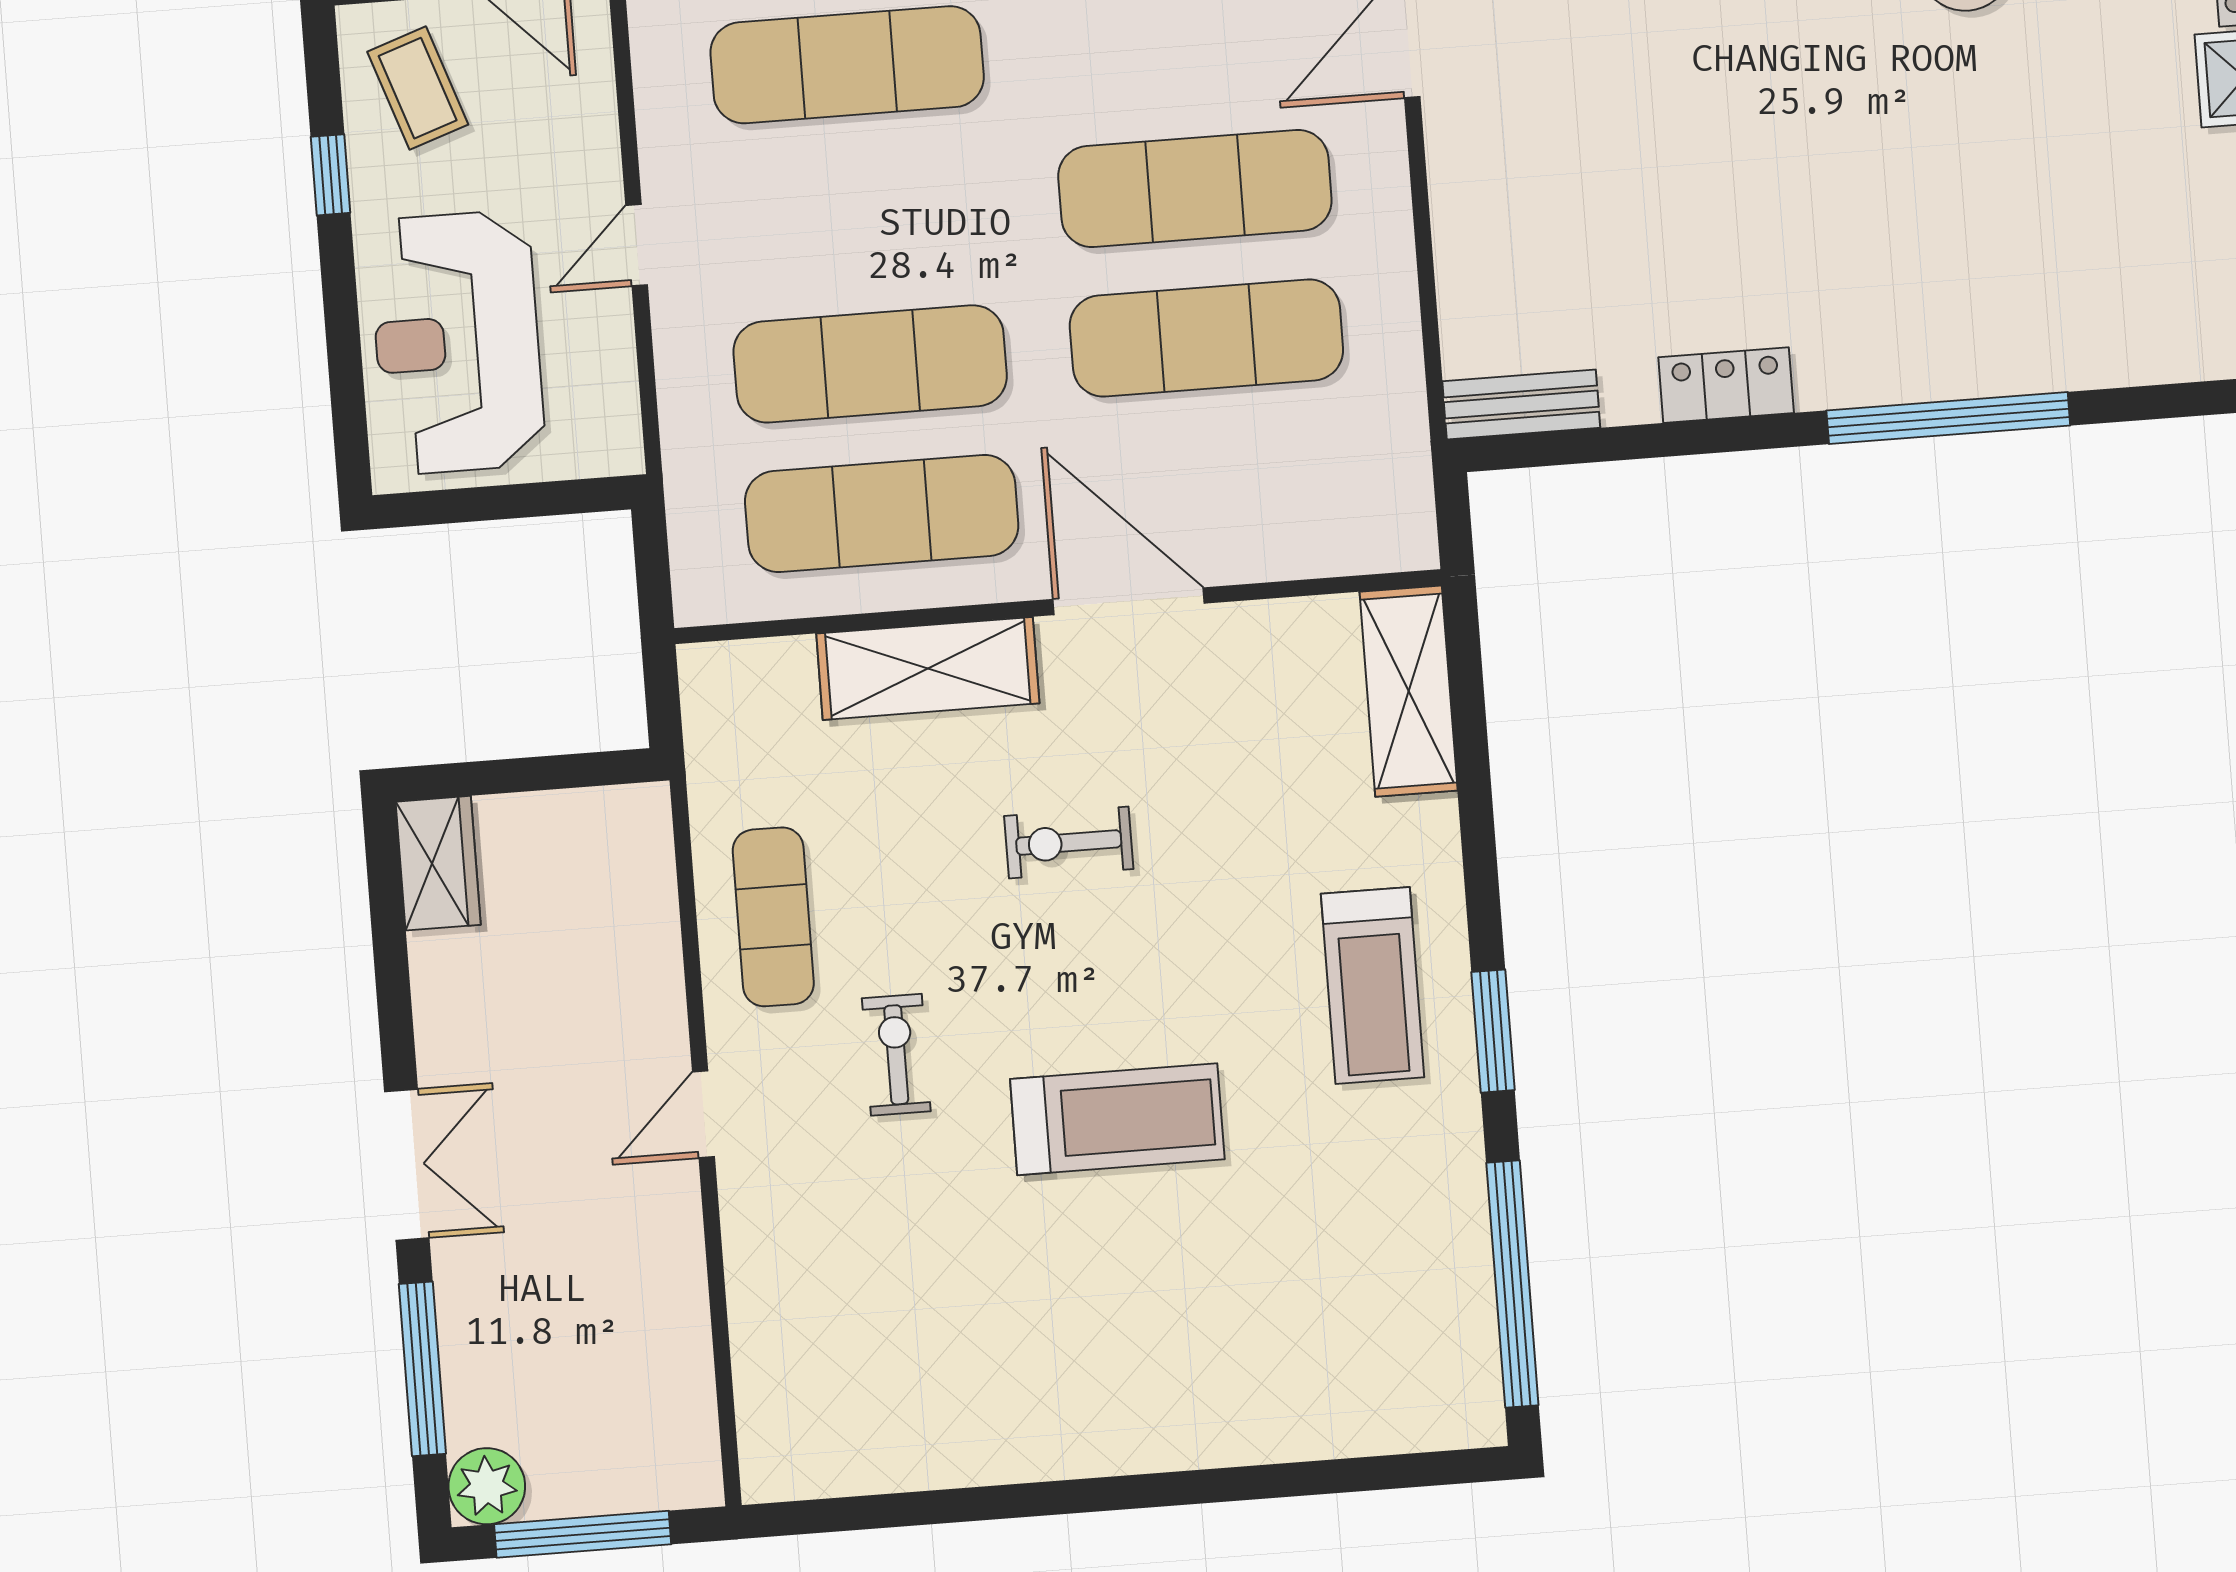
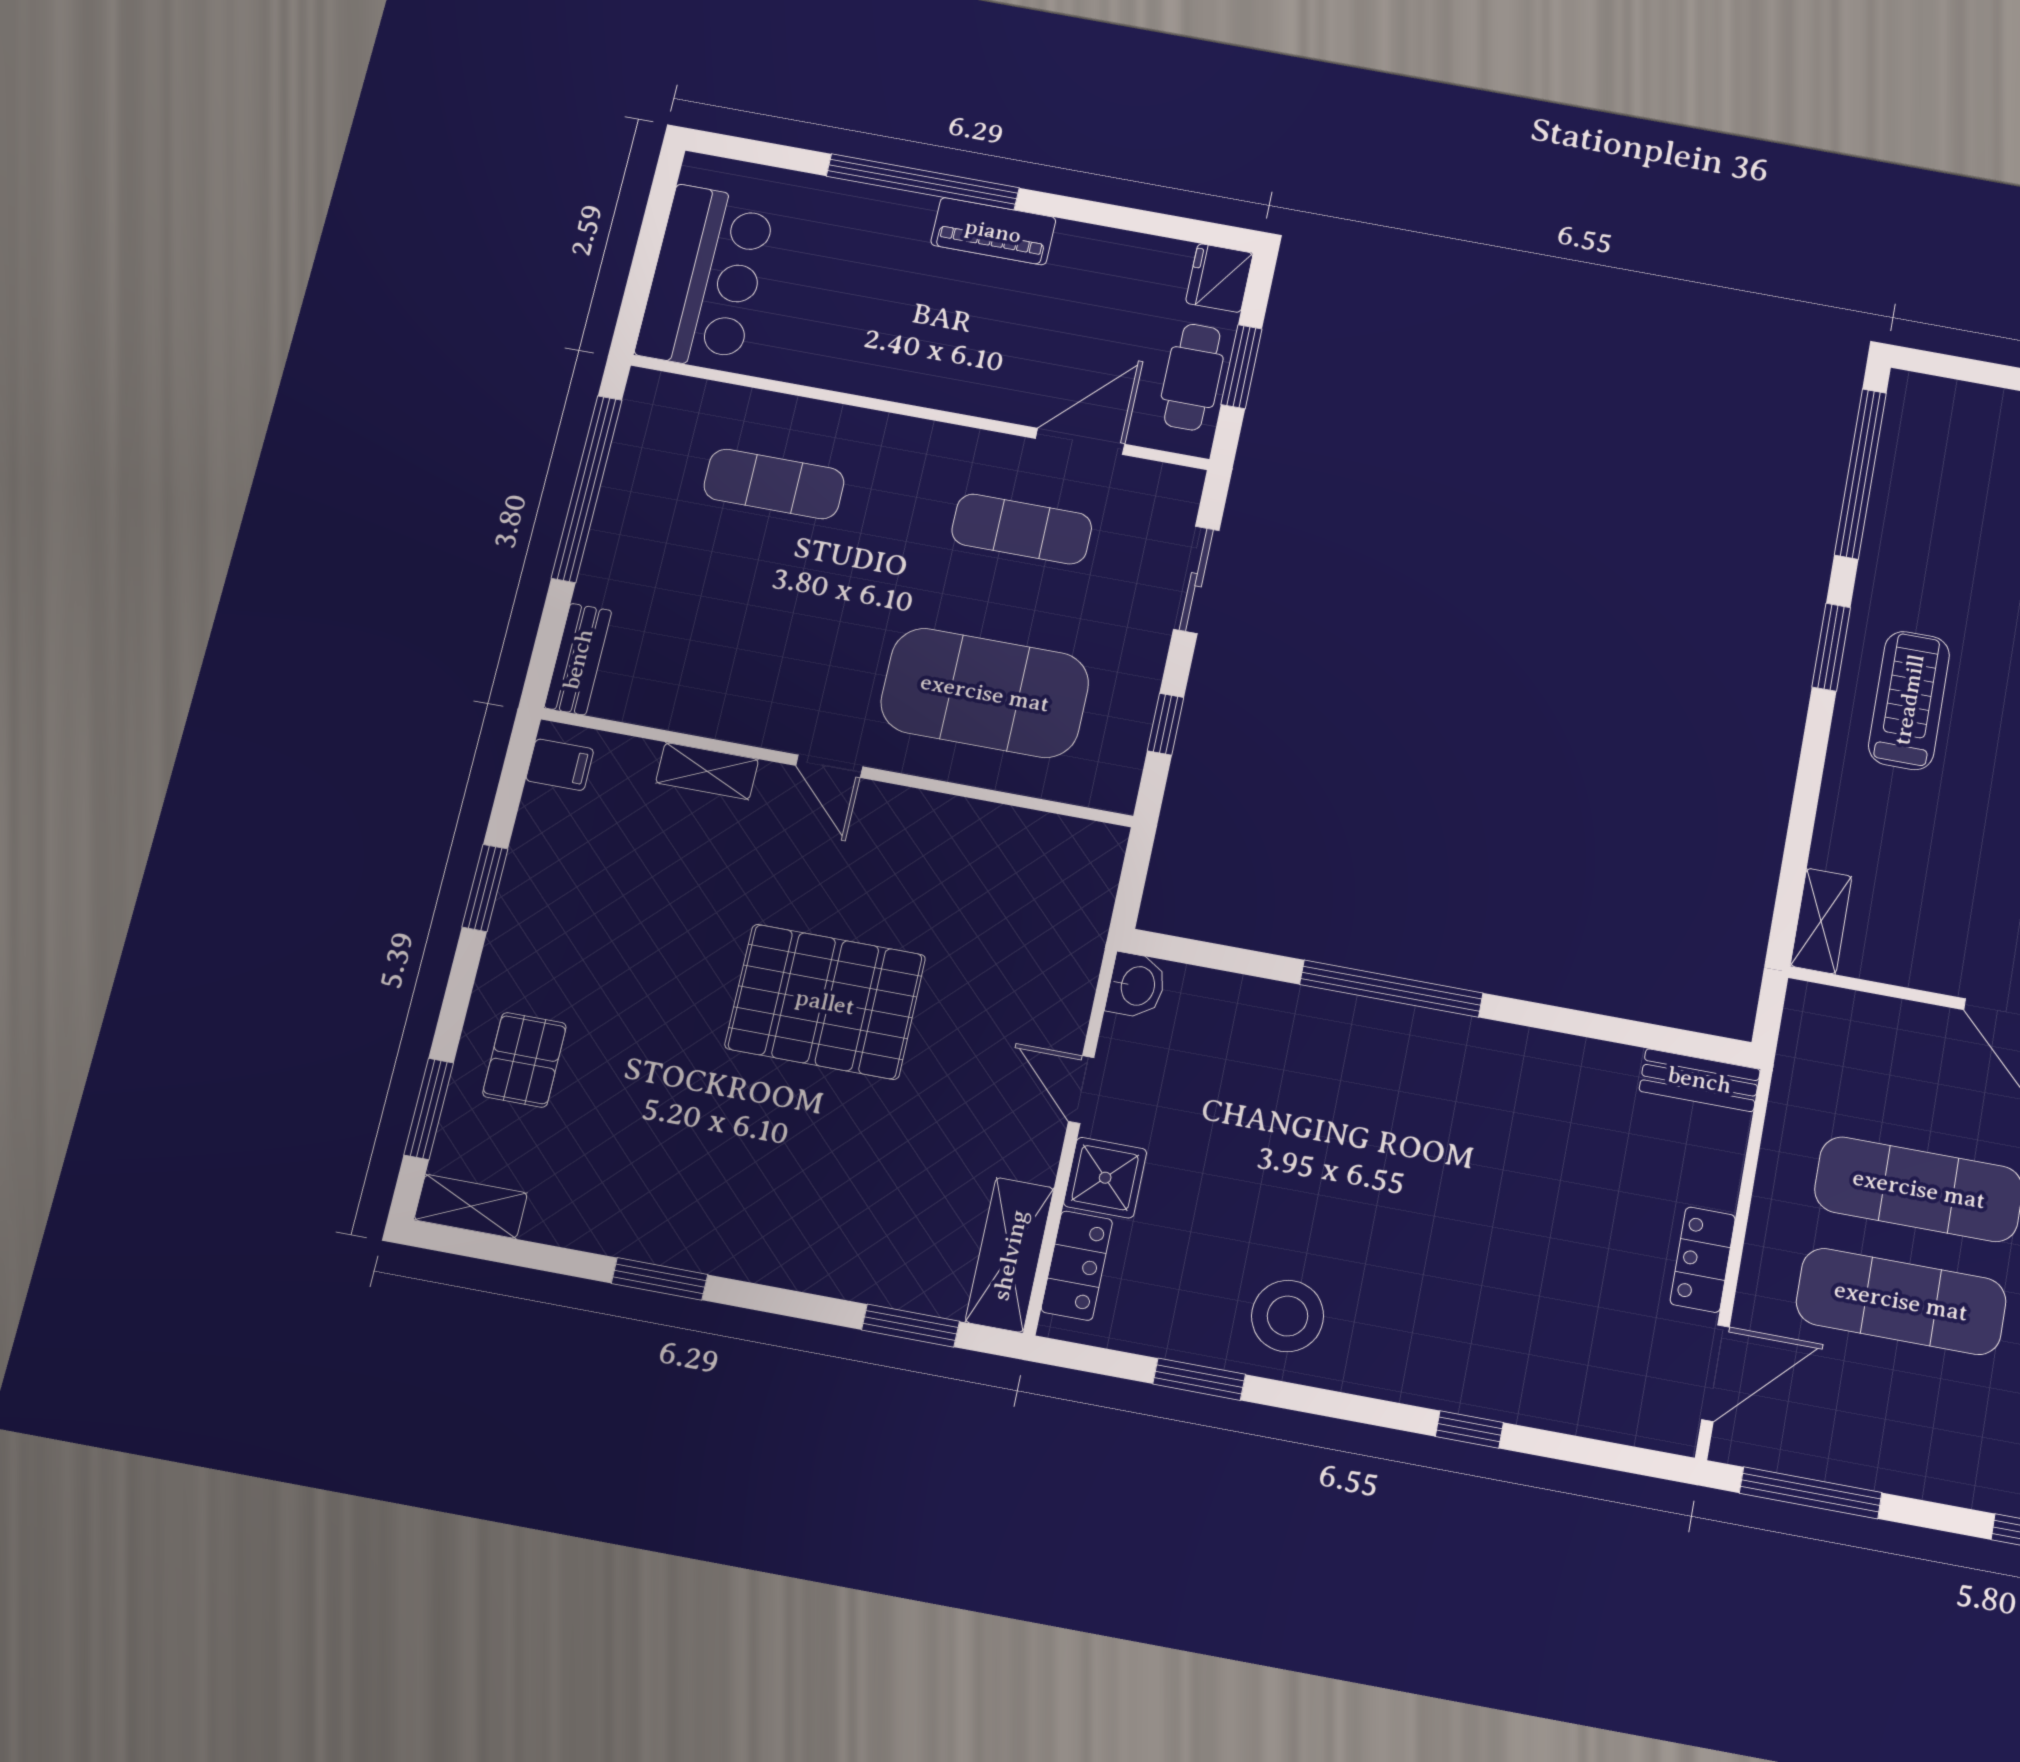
locker: (1726, 385) -> (1703, 1260), moved, turned 90
shelving: (1409, 691) -> (1821, 921), width x0.67, depth x0.75

